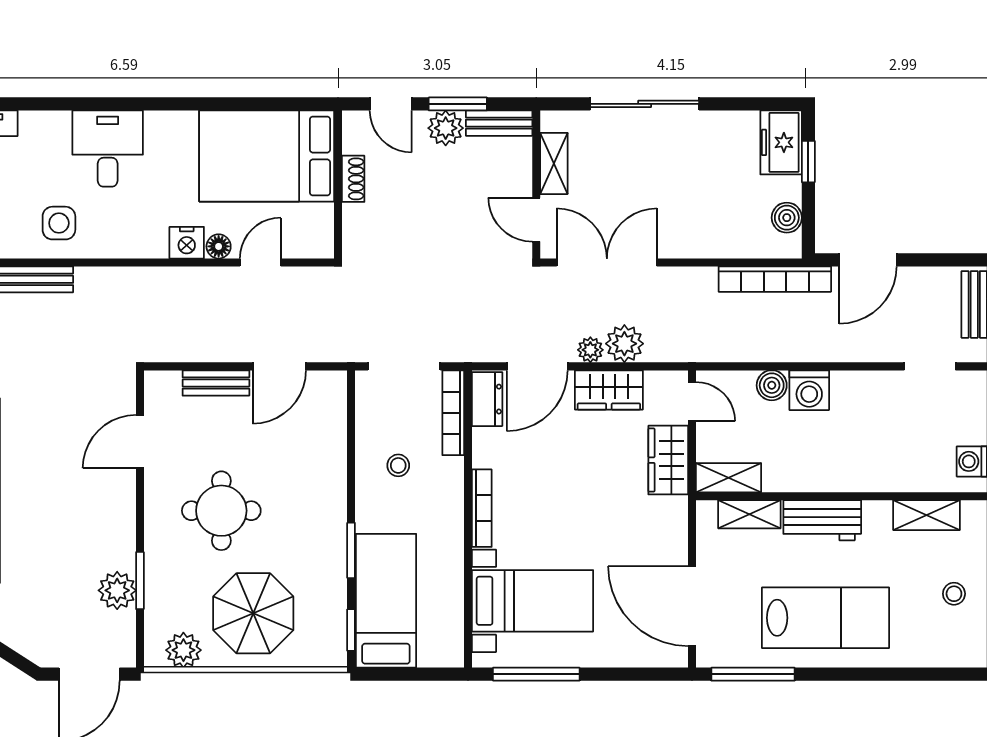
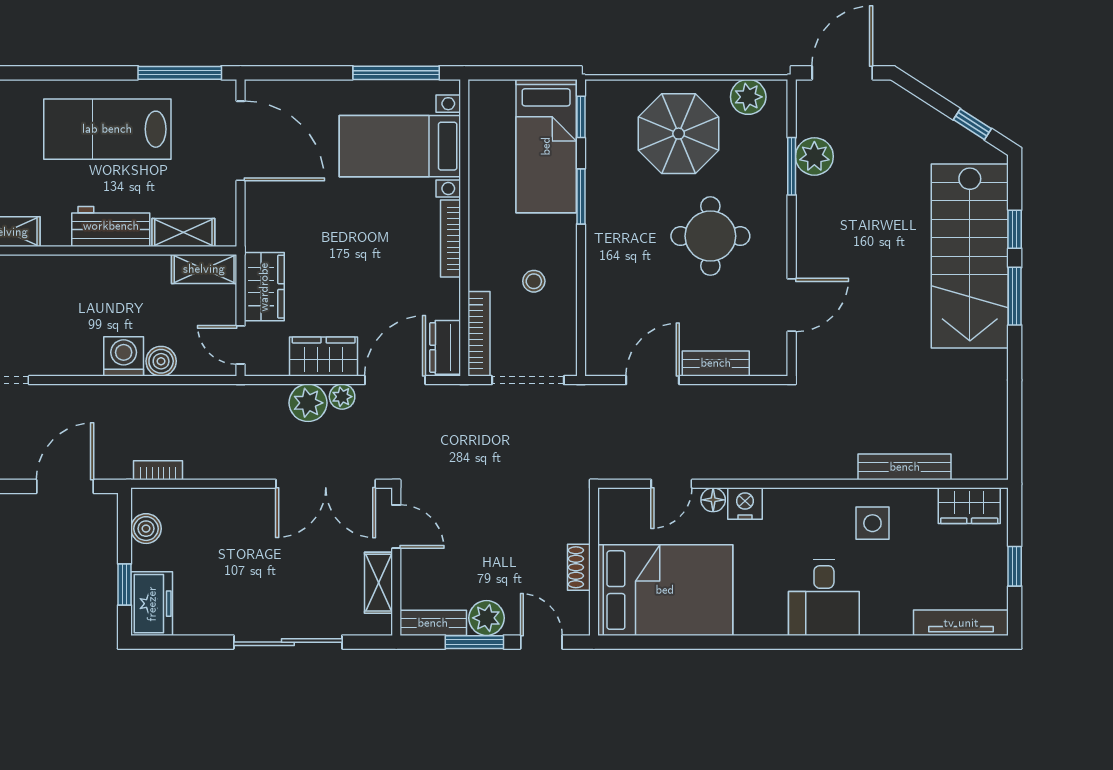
bookcase: (775, 279) -> (158, 470), width x0.43, depth x0.76

